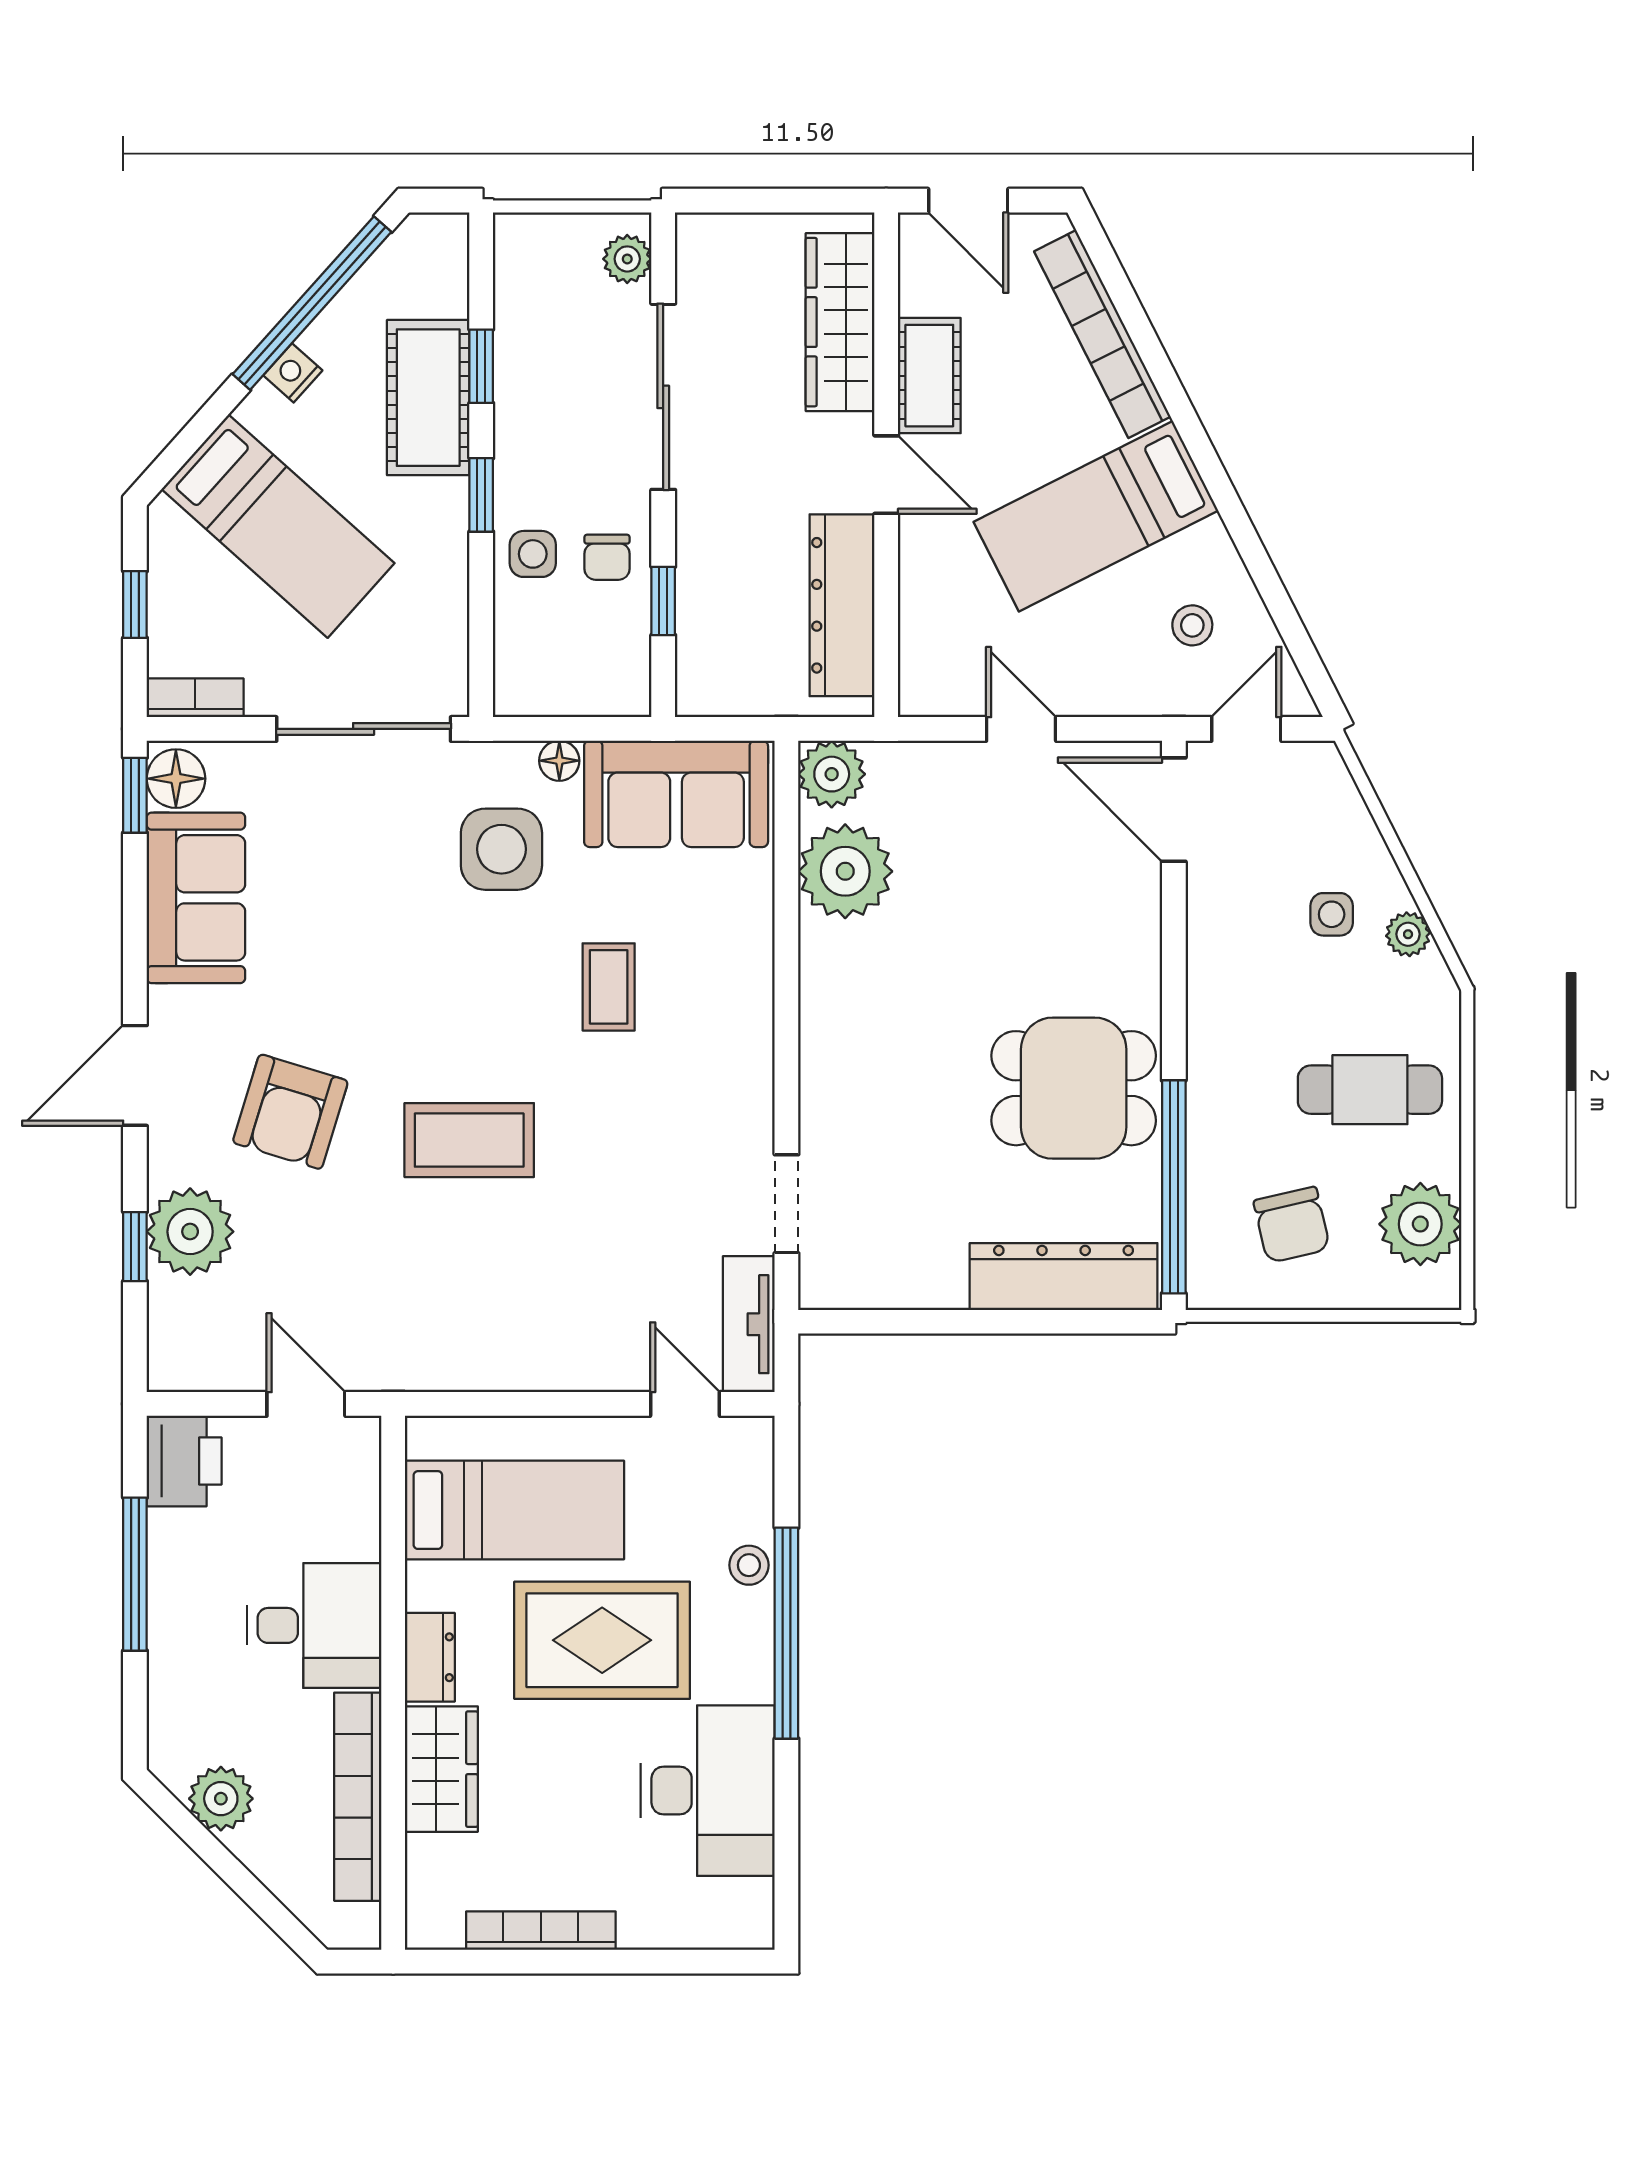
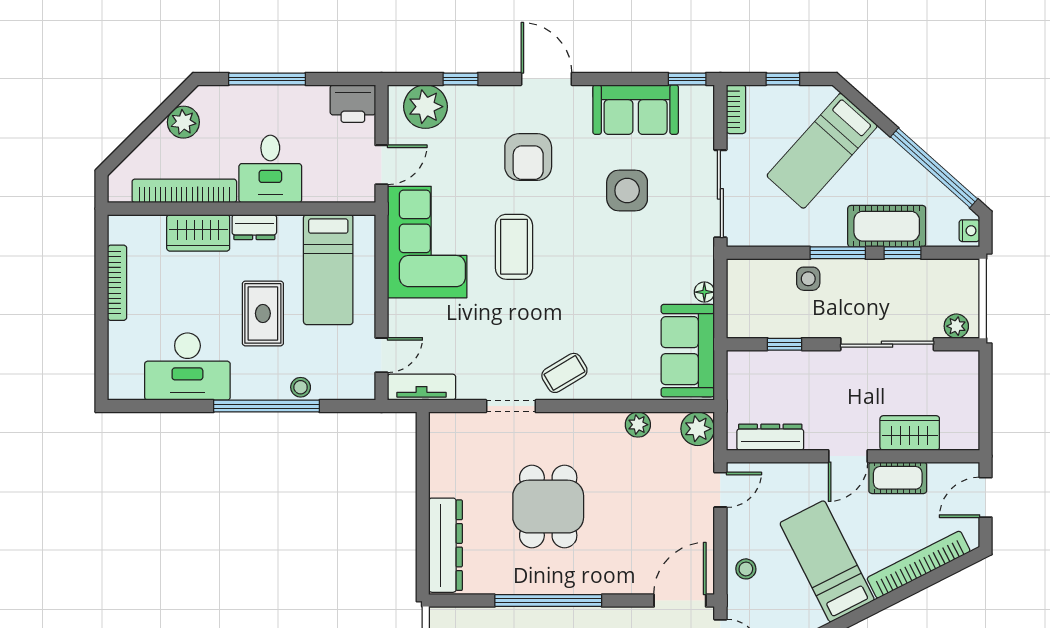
wardrobe: (840, 322) -> (910, 433), width x0.67
nightstand: (293, 373) -> (969, 231), moved, turned 48
window: (481, 495) -> (838, 253), width x1.50
chair: (607, 557) -> (807, 316), removed
dresser: (842, 605) -> (770, 437), width x0.73, depth x0.80
stool: (1192, 625) -> (746, 569), moved
door: (1021, 729) -> (720, 490), moved
floor lamp: (176, 779) -> (695, 100), removed
side table: (501, 849) -> (627, 191), moved
plant: (845, 871) -> (638, 425), width x0.53, depth x0.53
coffee table: (609, 987) -> (564, 373), moved, turned -31
dining table: (1074, 1088) -> (548, 507), moved
armchair: (290, 1112) -> (528, 157), turned -107
window: (1174, 1187) -> (548, 601), moved
doorway: (786, 1204) -> (511, 406), moved
plant: (190, 1232) -> (426, 107), moved
corner sofa: (460, 1313) -> (427, 242), added
window: (135, 1574) -> (267, 79), moved
rug: (602, 1640) -> (263, 313), width x0.73, depth x0.70

